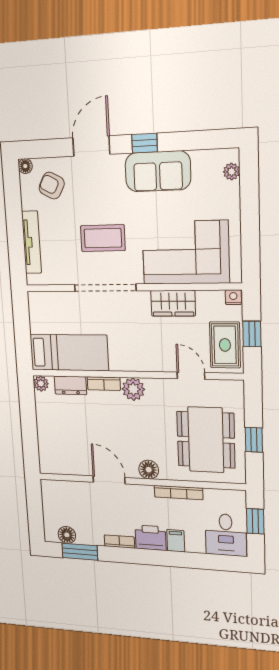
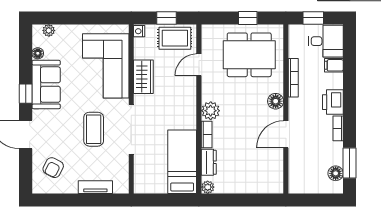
floor lamp: (25, 166) -> (38, 53), moved
tv unit: (31, 242) -> (95, 187), width x0.71
filing cabinet: (176, 541) -> (334, 65), moved

